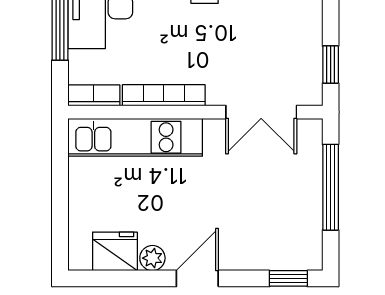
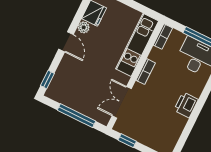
bookcase: (164, 95) -> (146, 72), width x0.64

